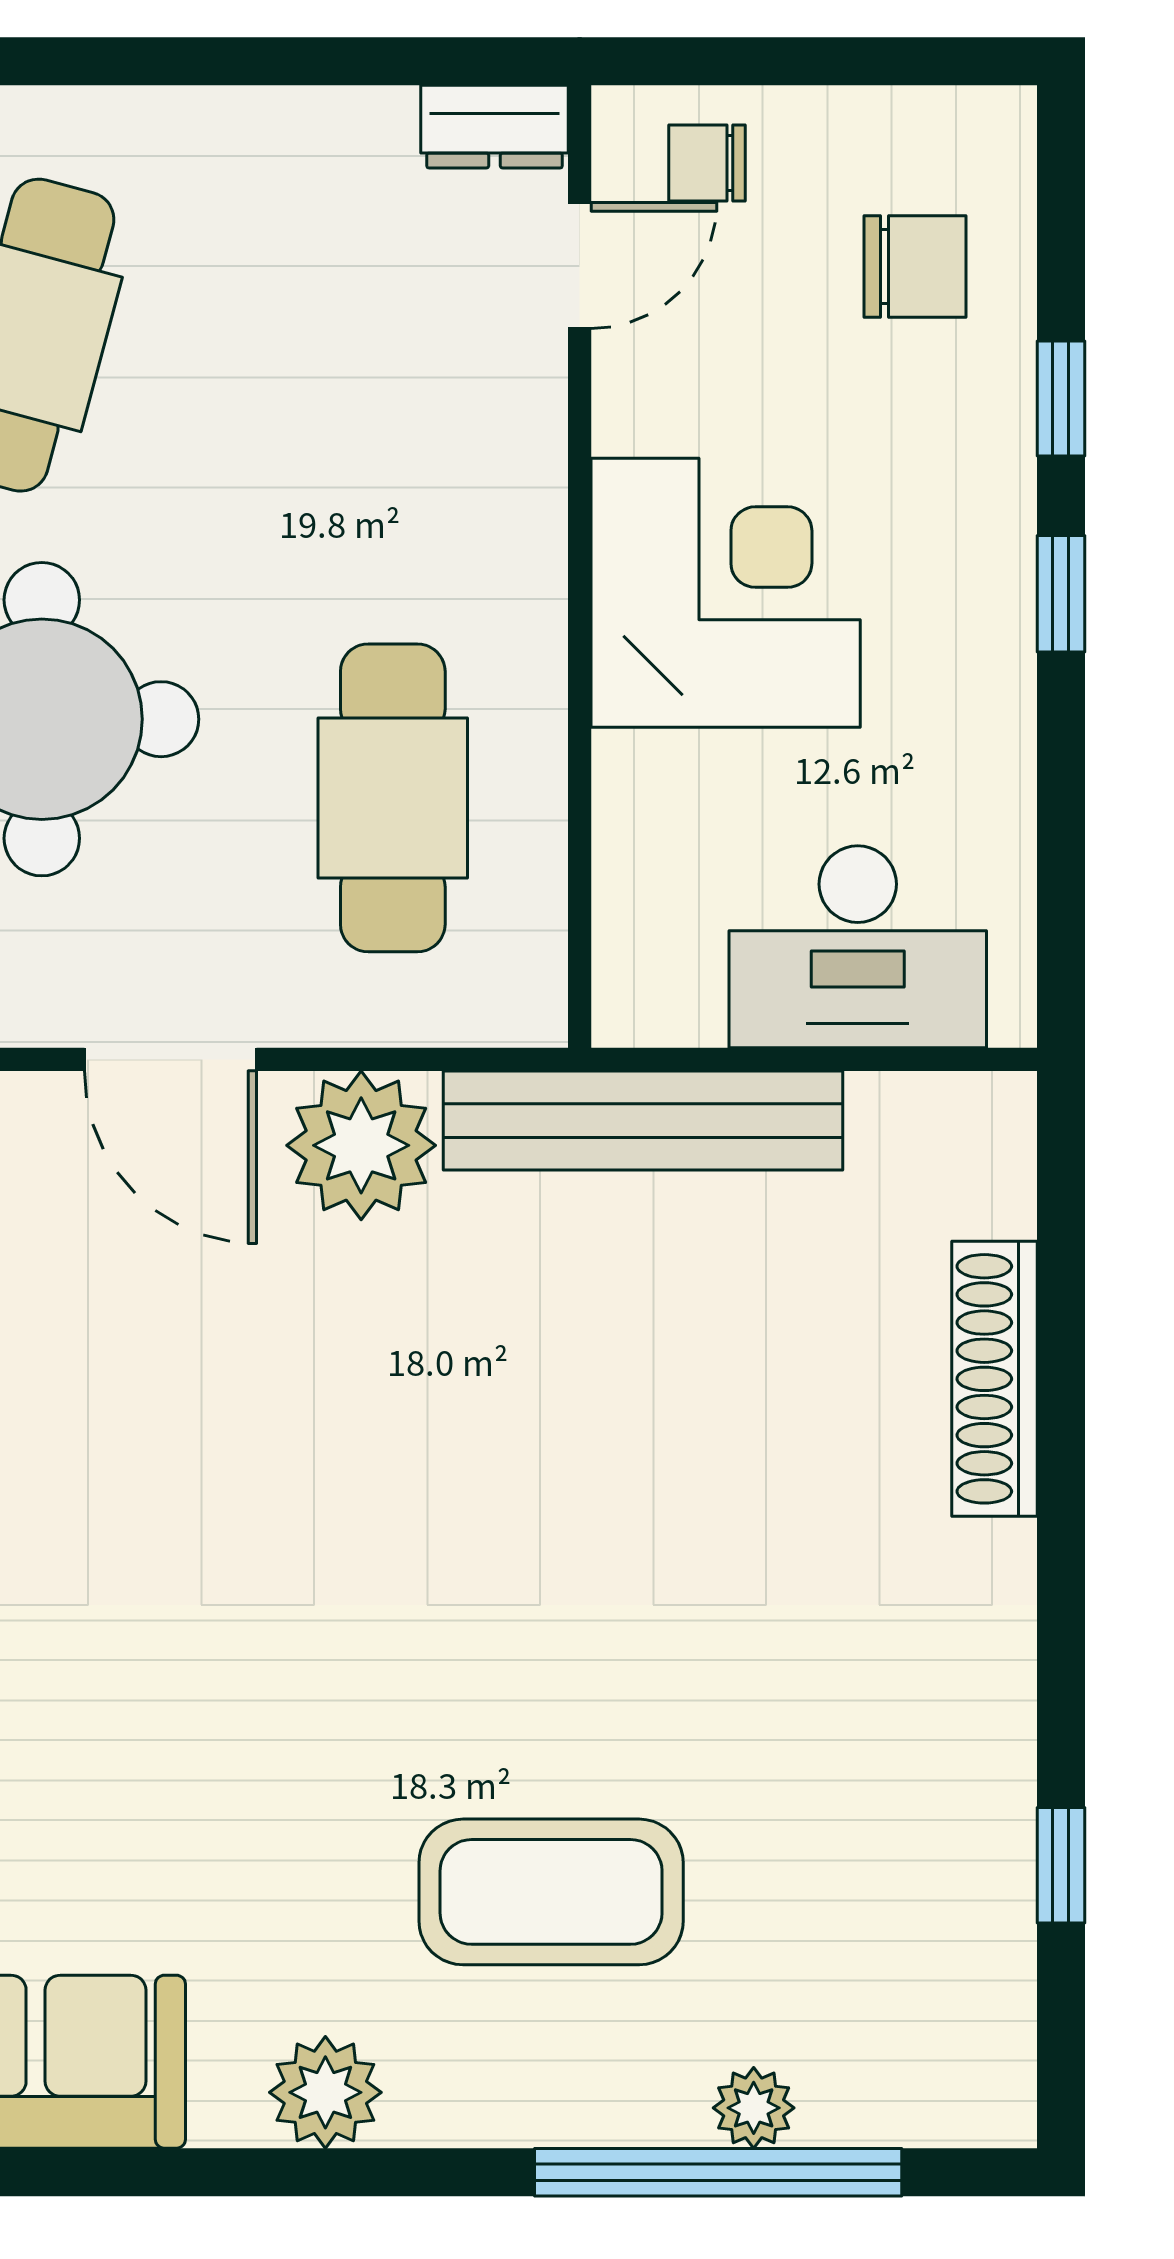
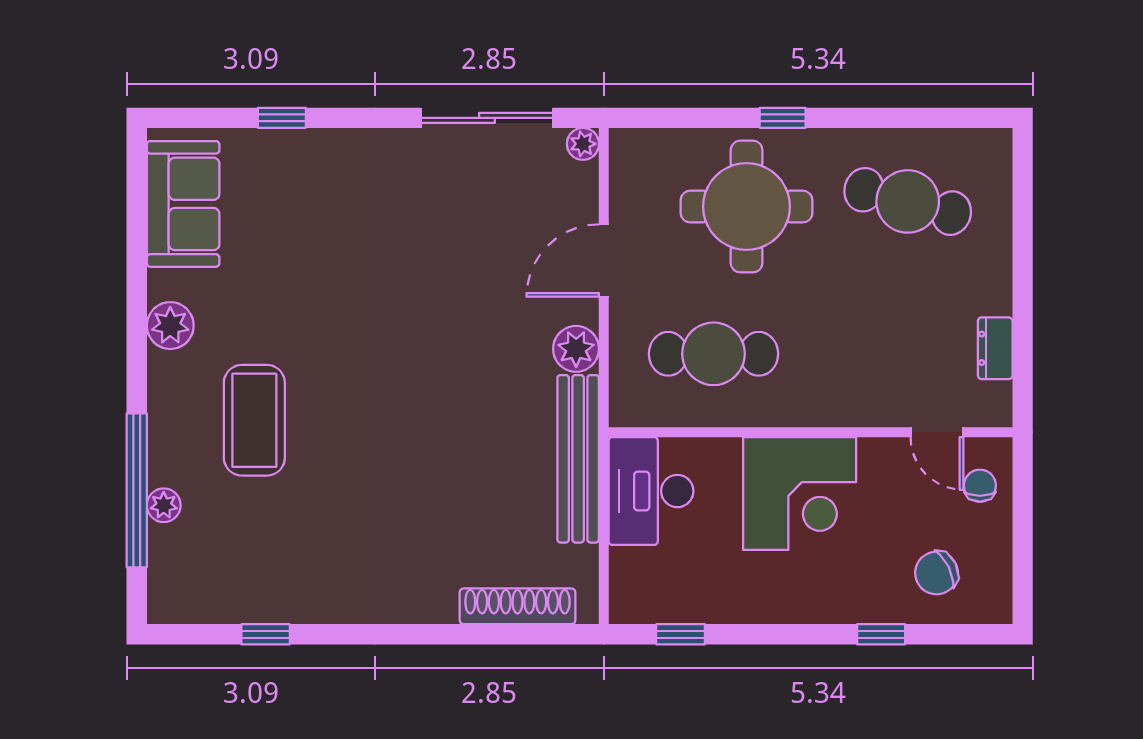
dresser: (495, 127) -> (995, 348), moved
chair: (915, 266) -> (936, 573), turned 64
window: (1061, 594) -> (681, 634), moved
desk: (858, 947) -> (651, 491), moved
plant: (361, 1145) -> (576, 349), width x0.73, depth x0.73
shoe rack: (995, 1379) -> (517, 606), moved

